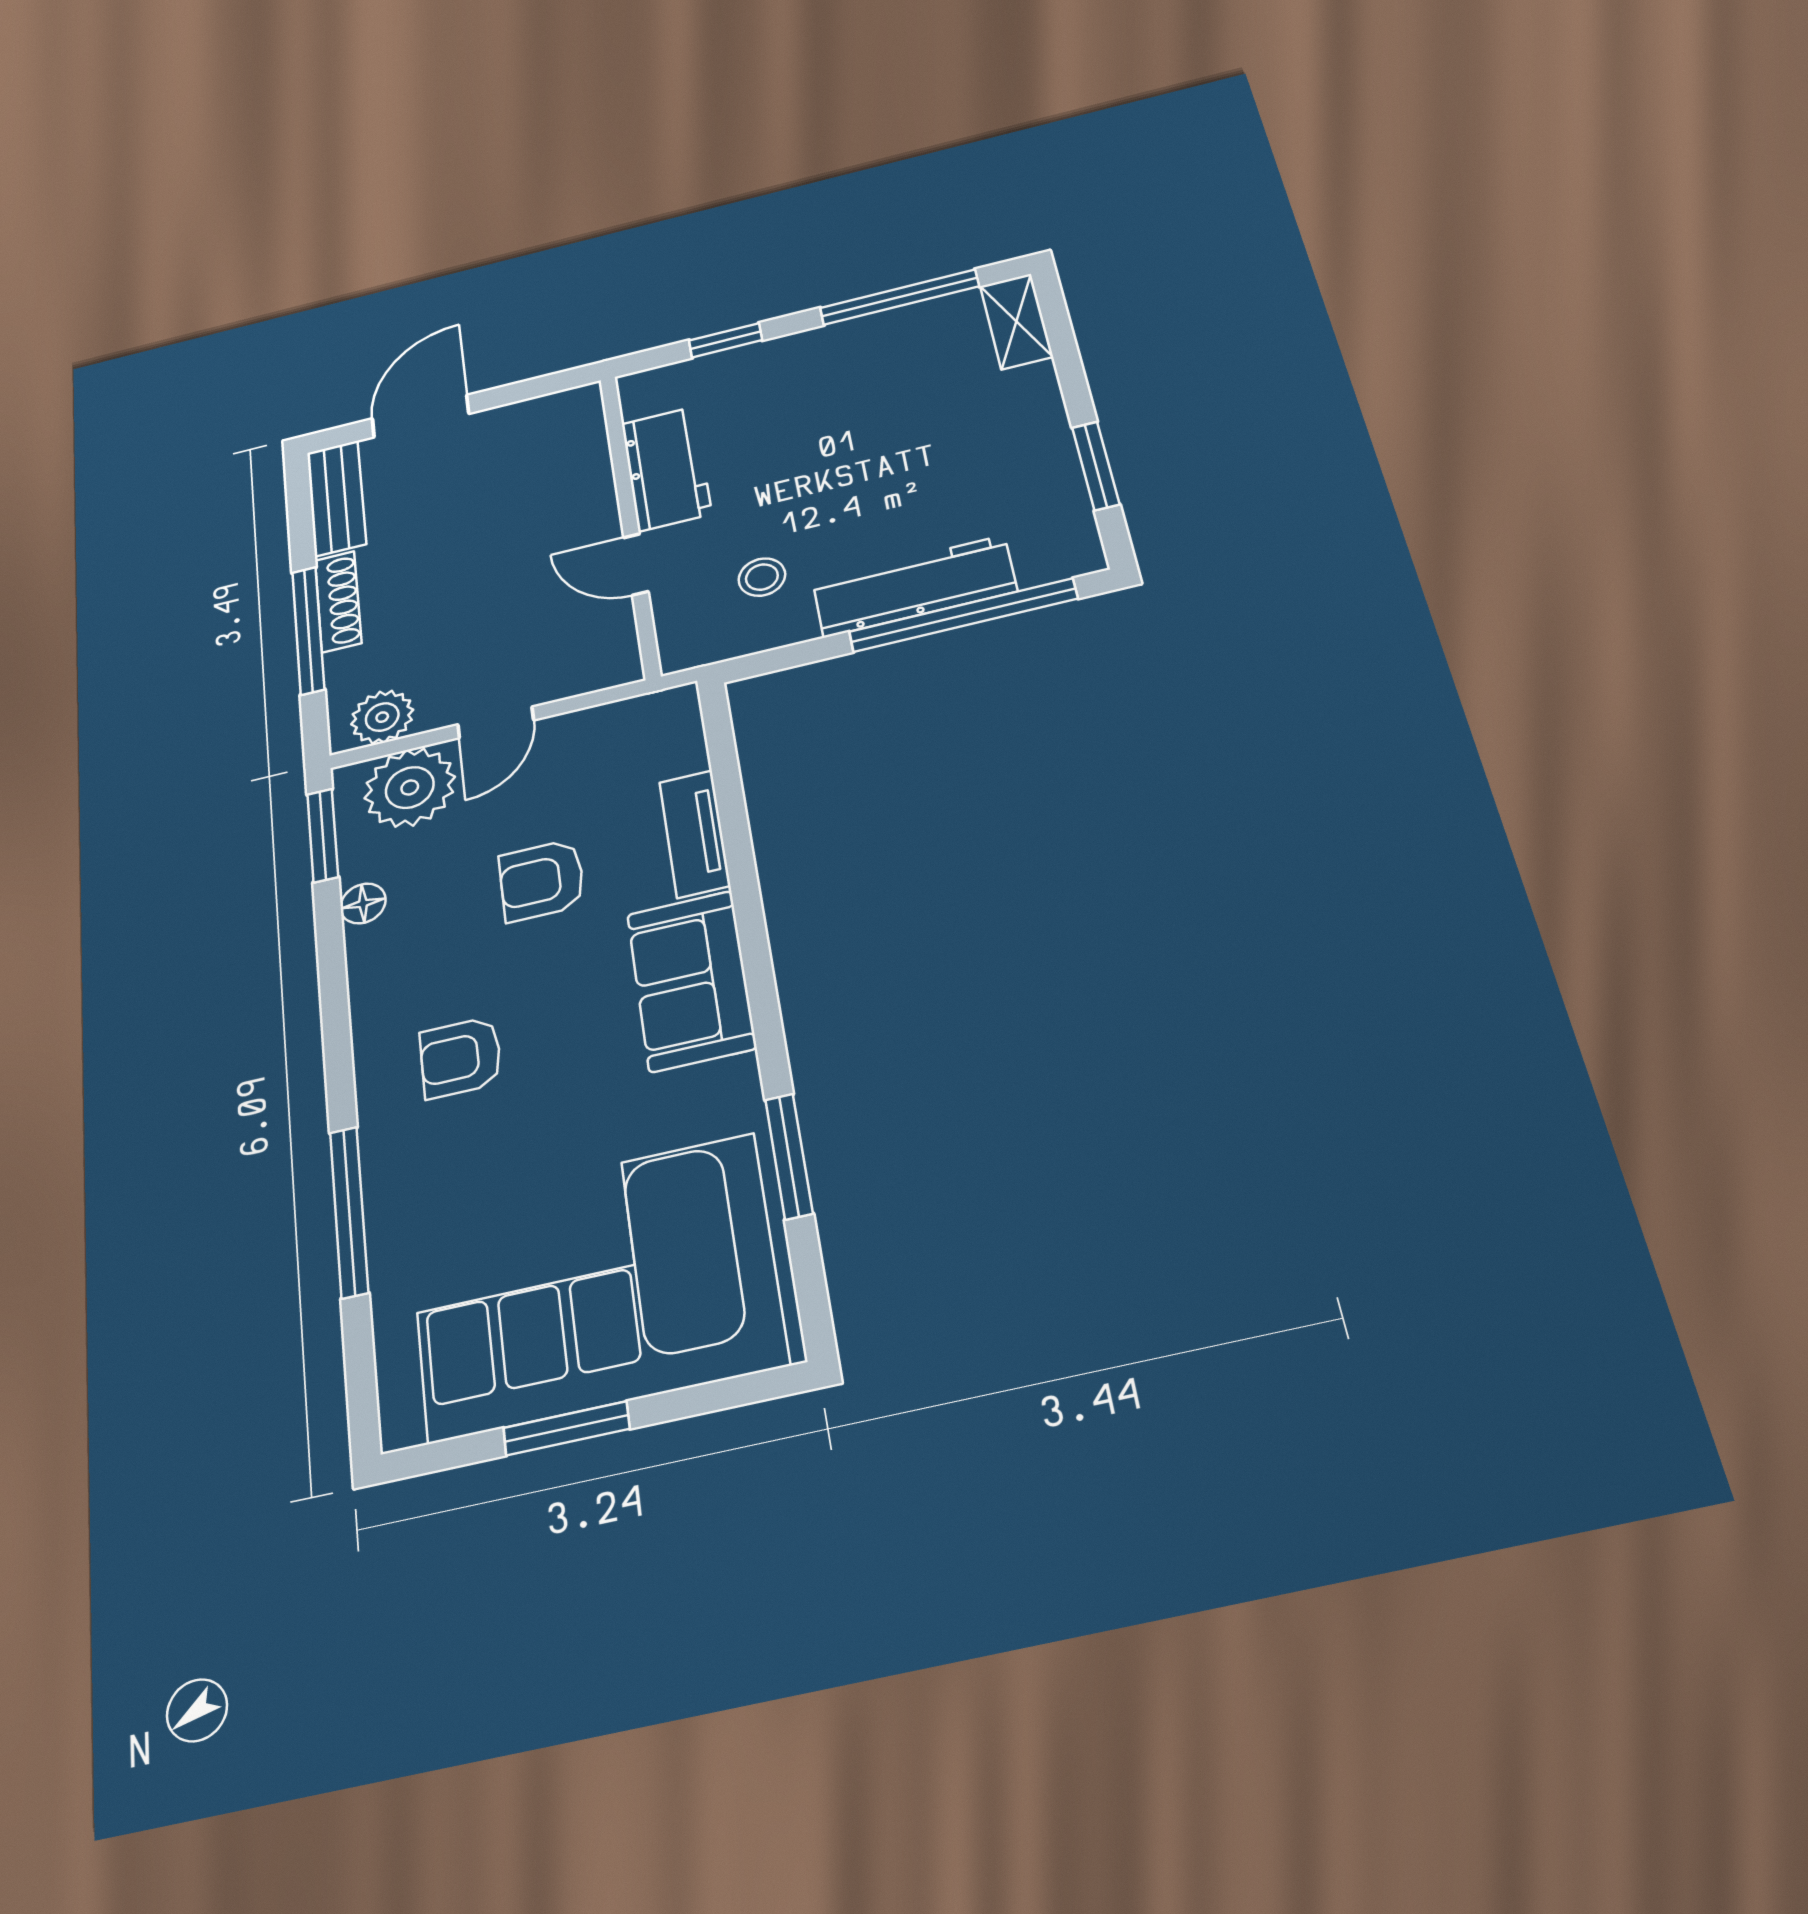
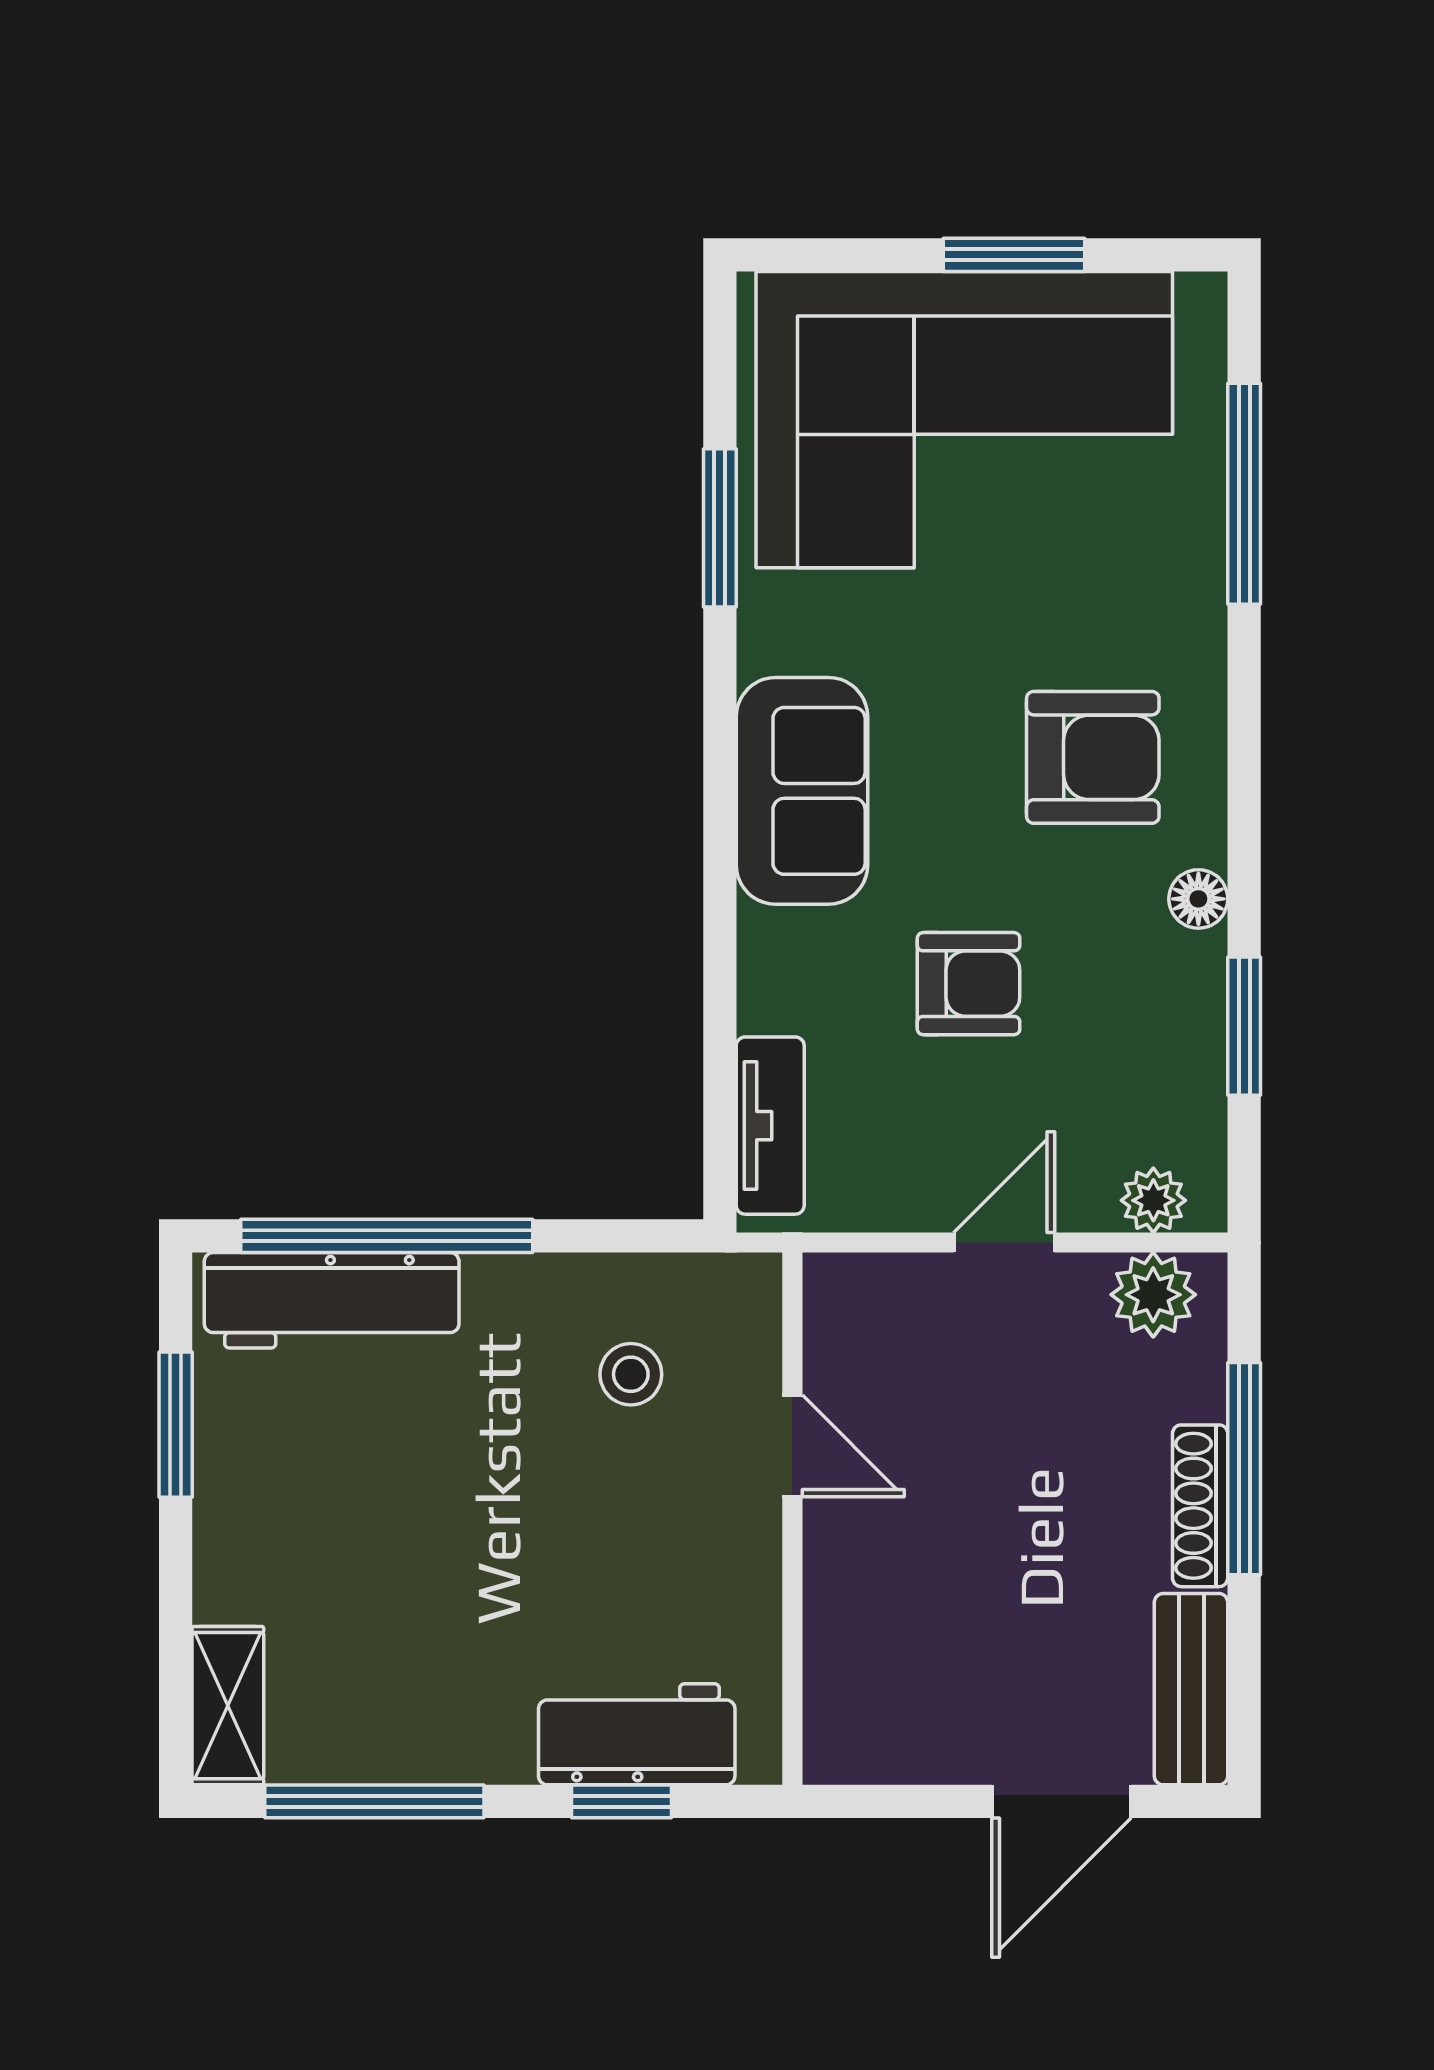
workbench: (666, 469) -> (637, 1734), moved, turned 90
workbench: (914, 586) -> (332, 1300), moved
plant: (410, 788) -> (1153, 1200), width x0.53, depth x0.53
tv unit: (695, 834) -> (770, 1126), moved
window: (323, 835) -> (1244, 1026), moved
floor lamp: (363, 903) -> (1198, 899), moved
armchair: (461, 1057) -> (1093, 757), width x1.38, depth x1.38
window: (349, 1212) -> (1244, 494), moved

